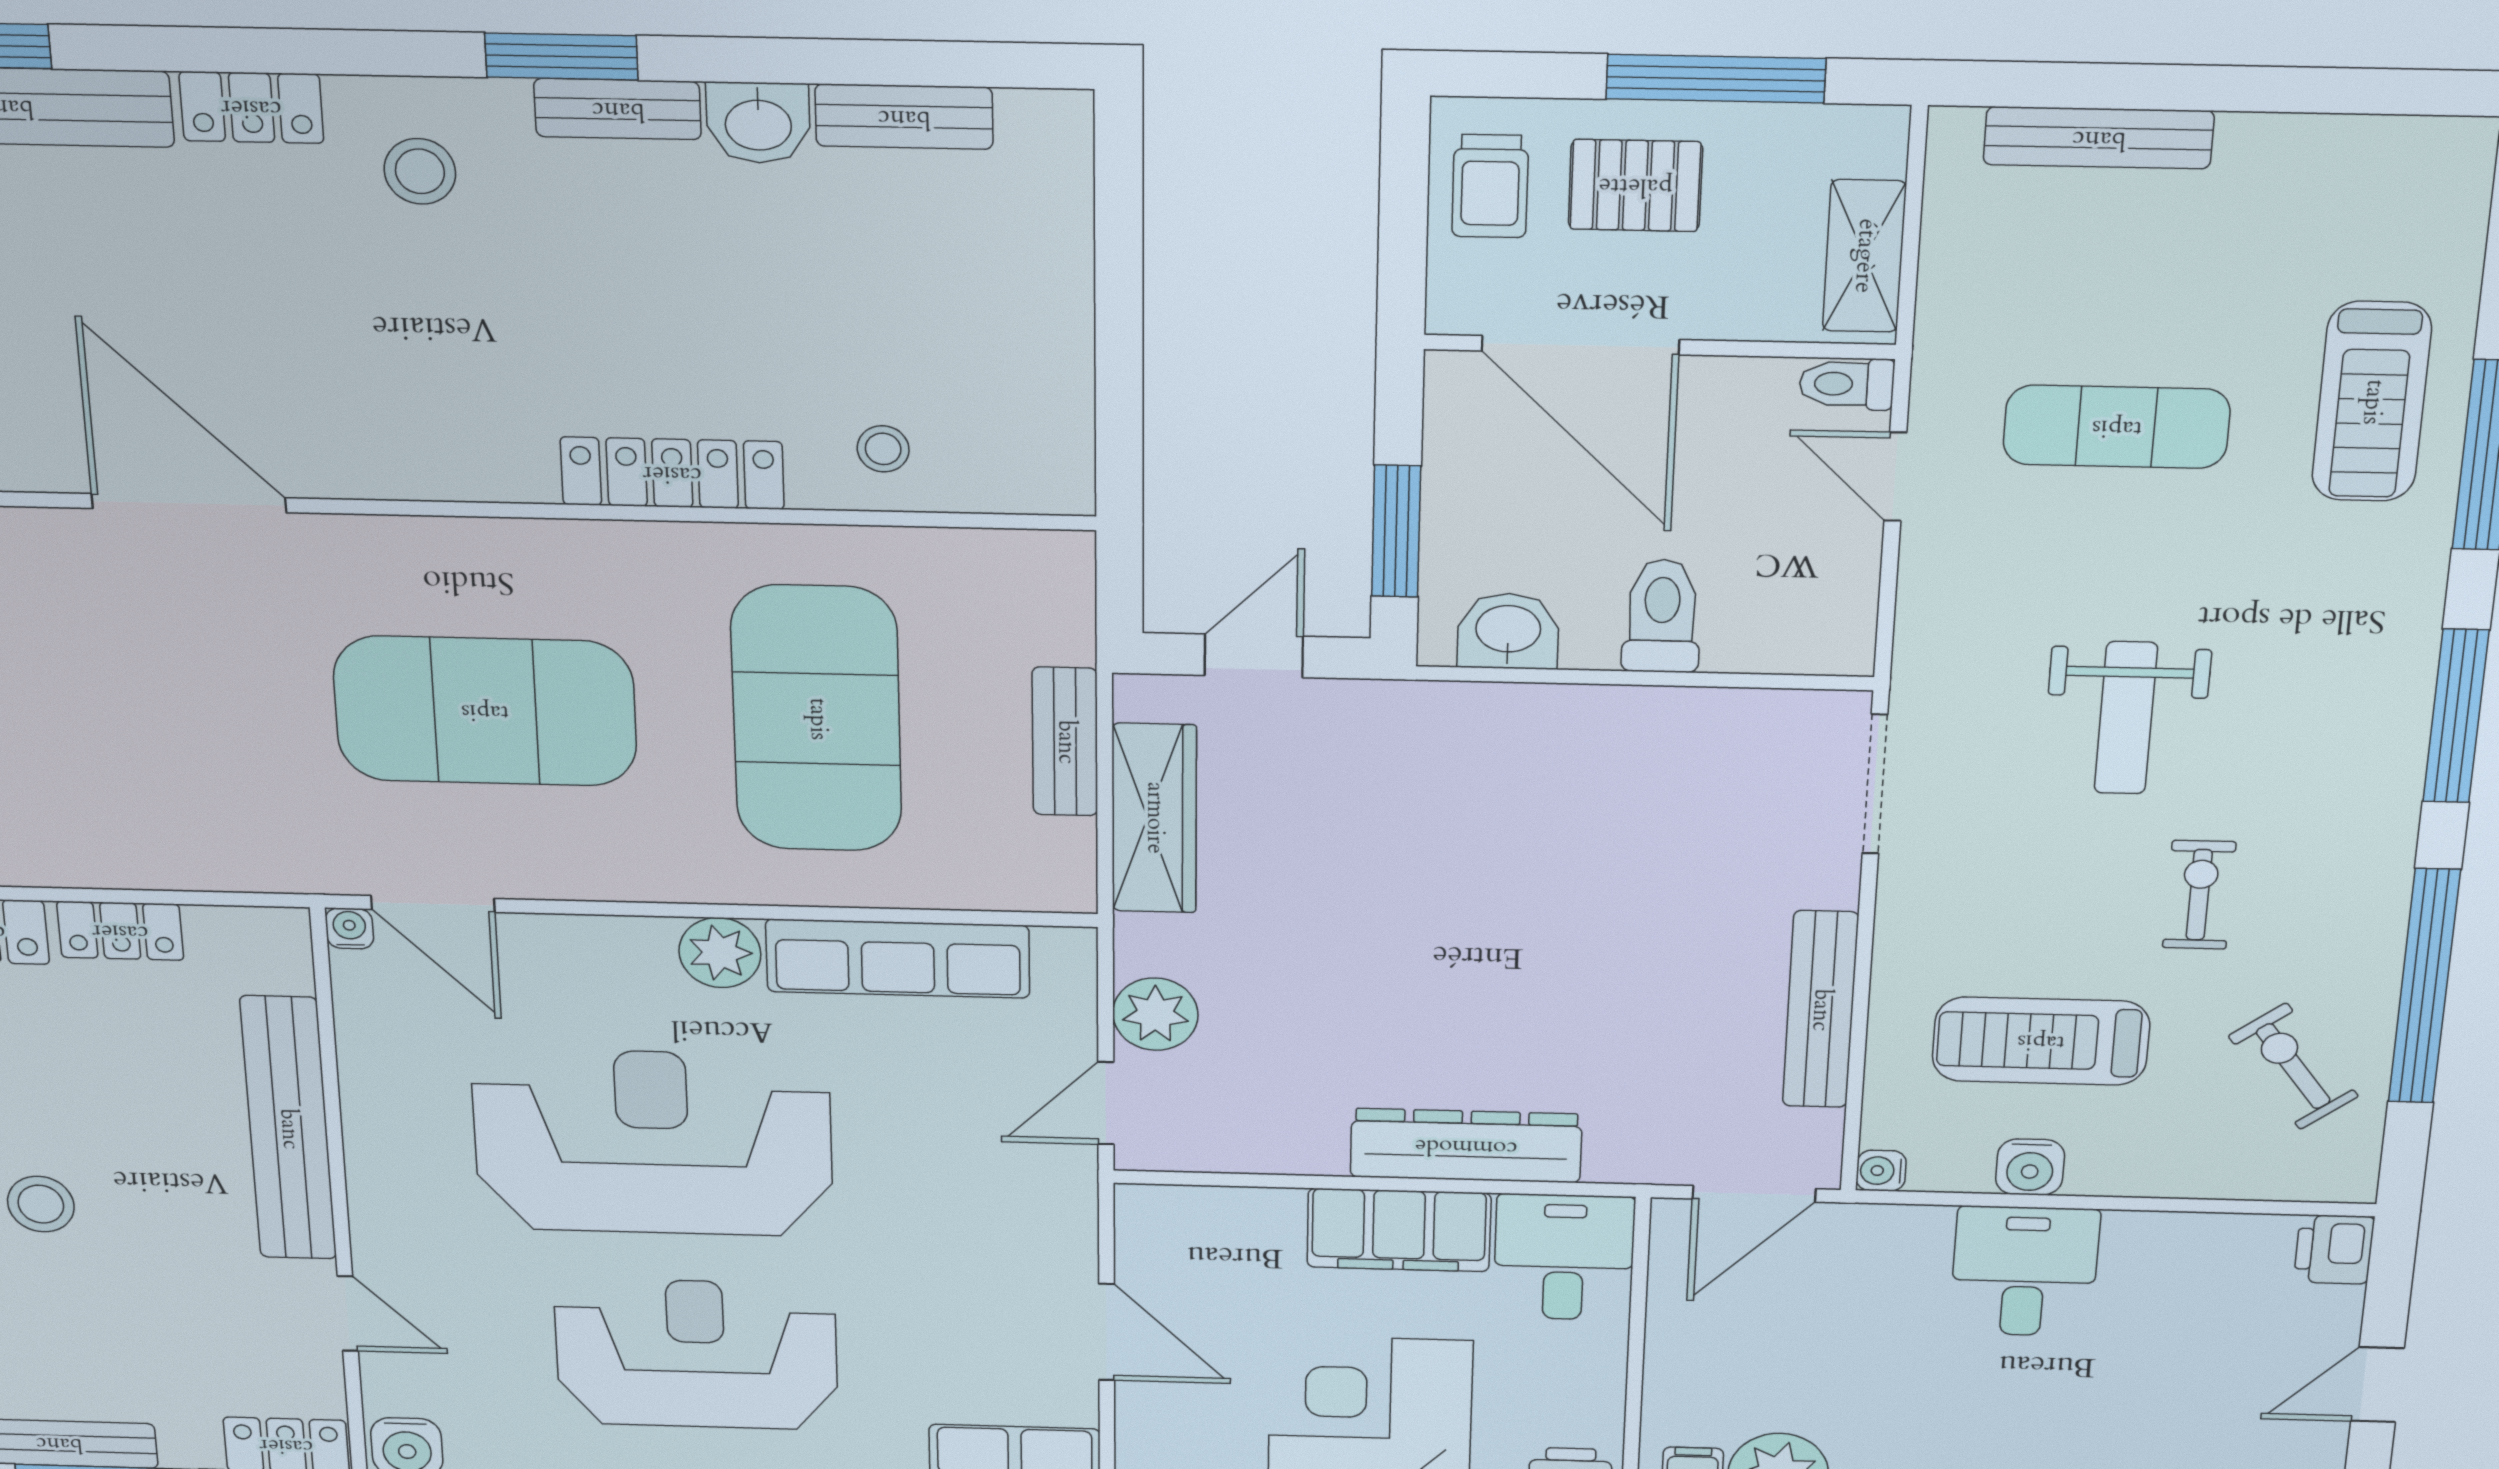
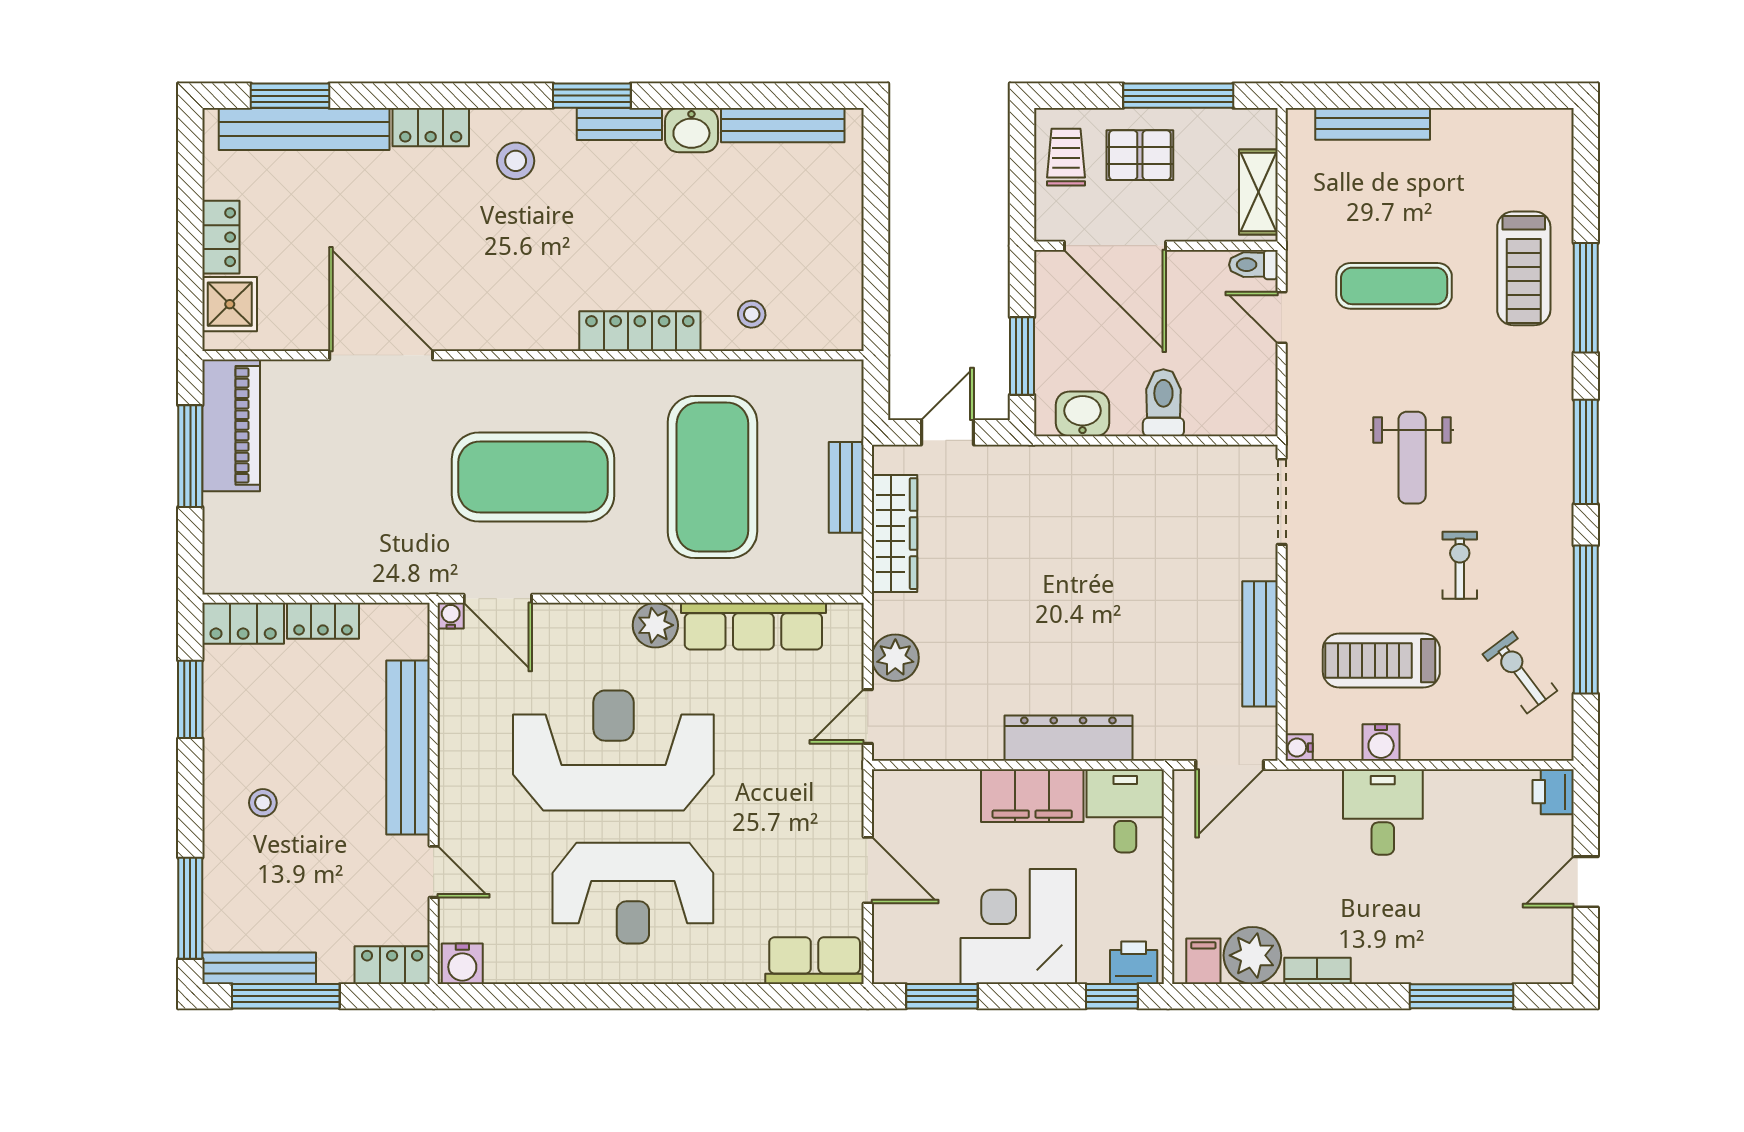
bench: (904, 117) -> (783, 125), width x1.36
trolley: (1490, 186) -> (1066, 157), turned 180
stool: (41, 1204) -> (263, 803), width x0.73, depth x0.73
reception desk: (696, 1354) -> (633, 893), turned 180

